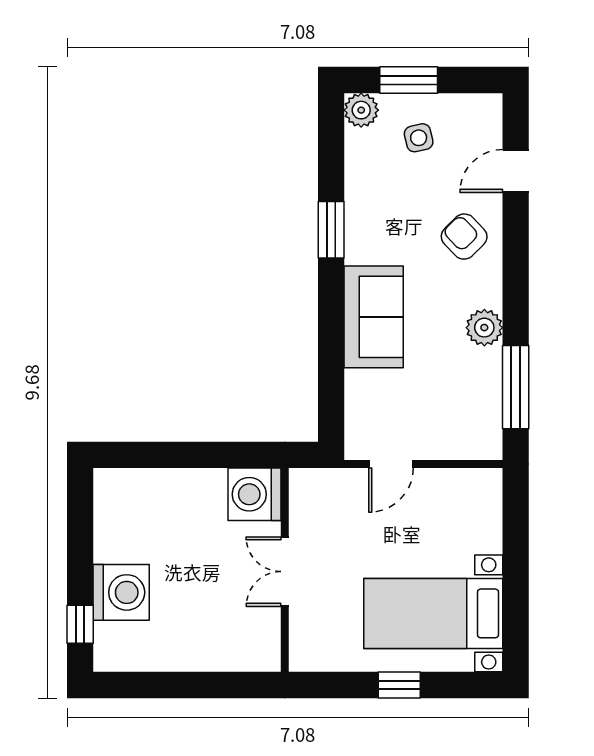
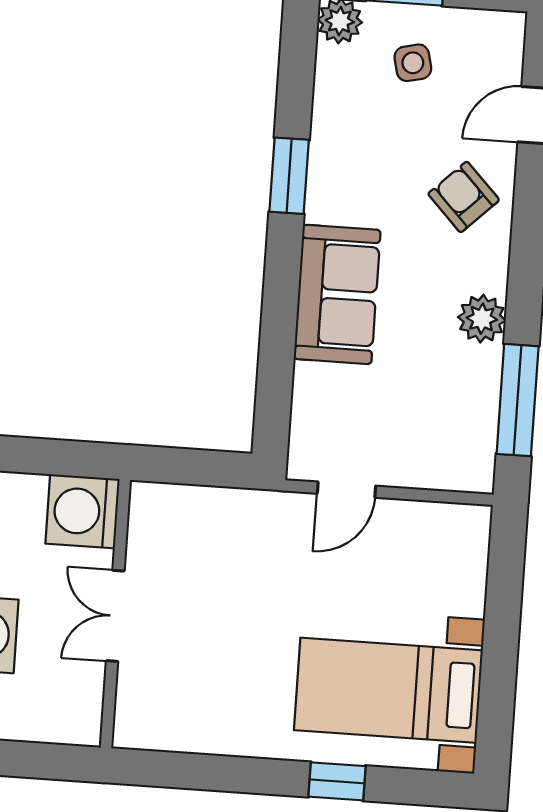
washing machine: (255, 494) -> (82, 511), moved
wall: (285, 570) -> (115, 614), moved
double door: (285, 572) -> (115, 616), moved

